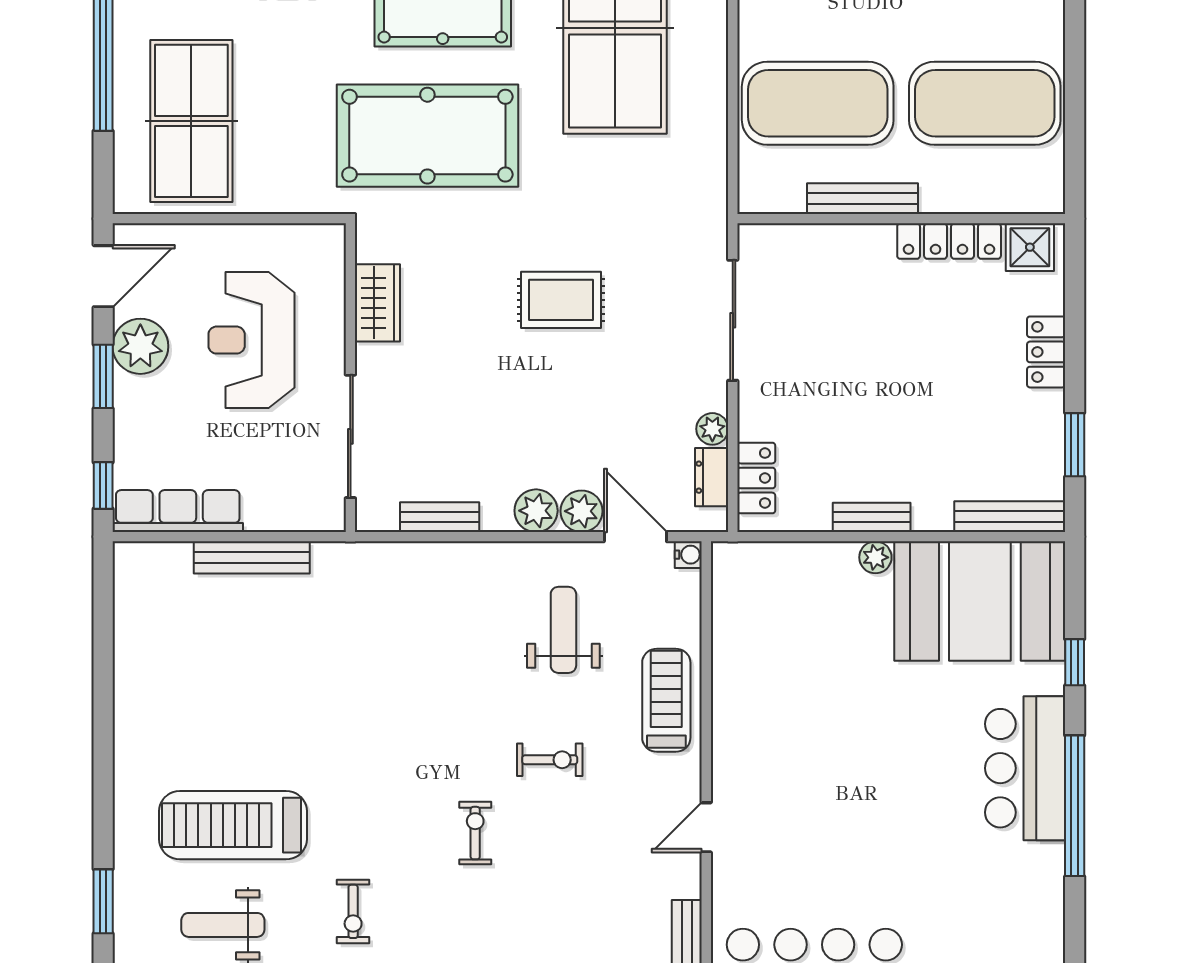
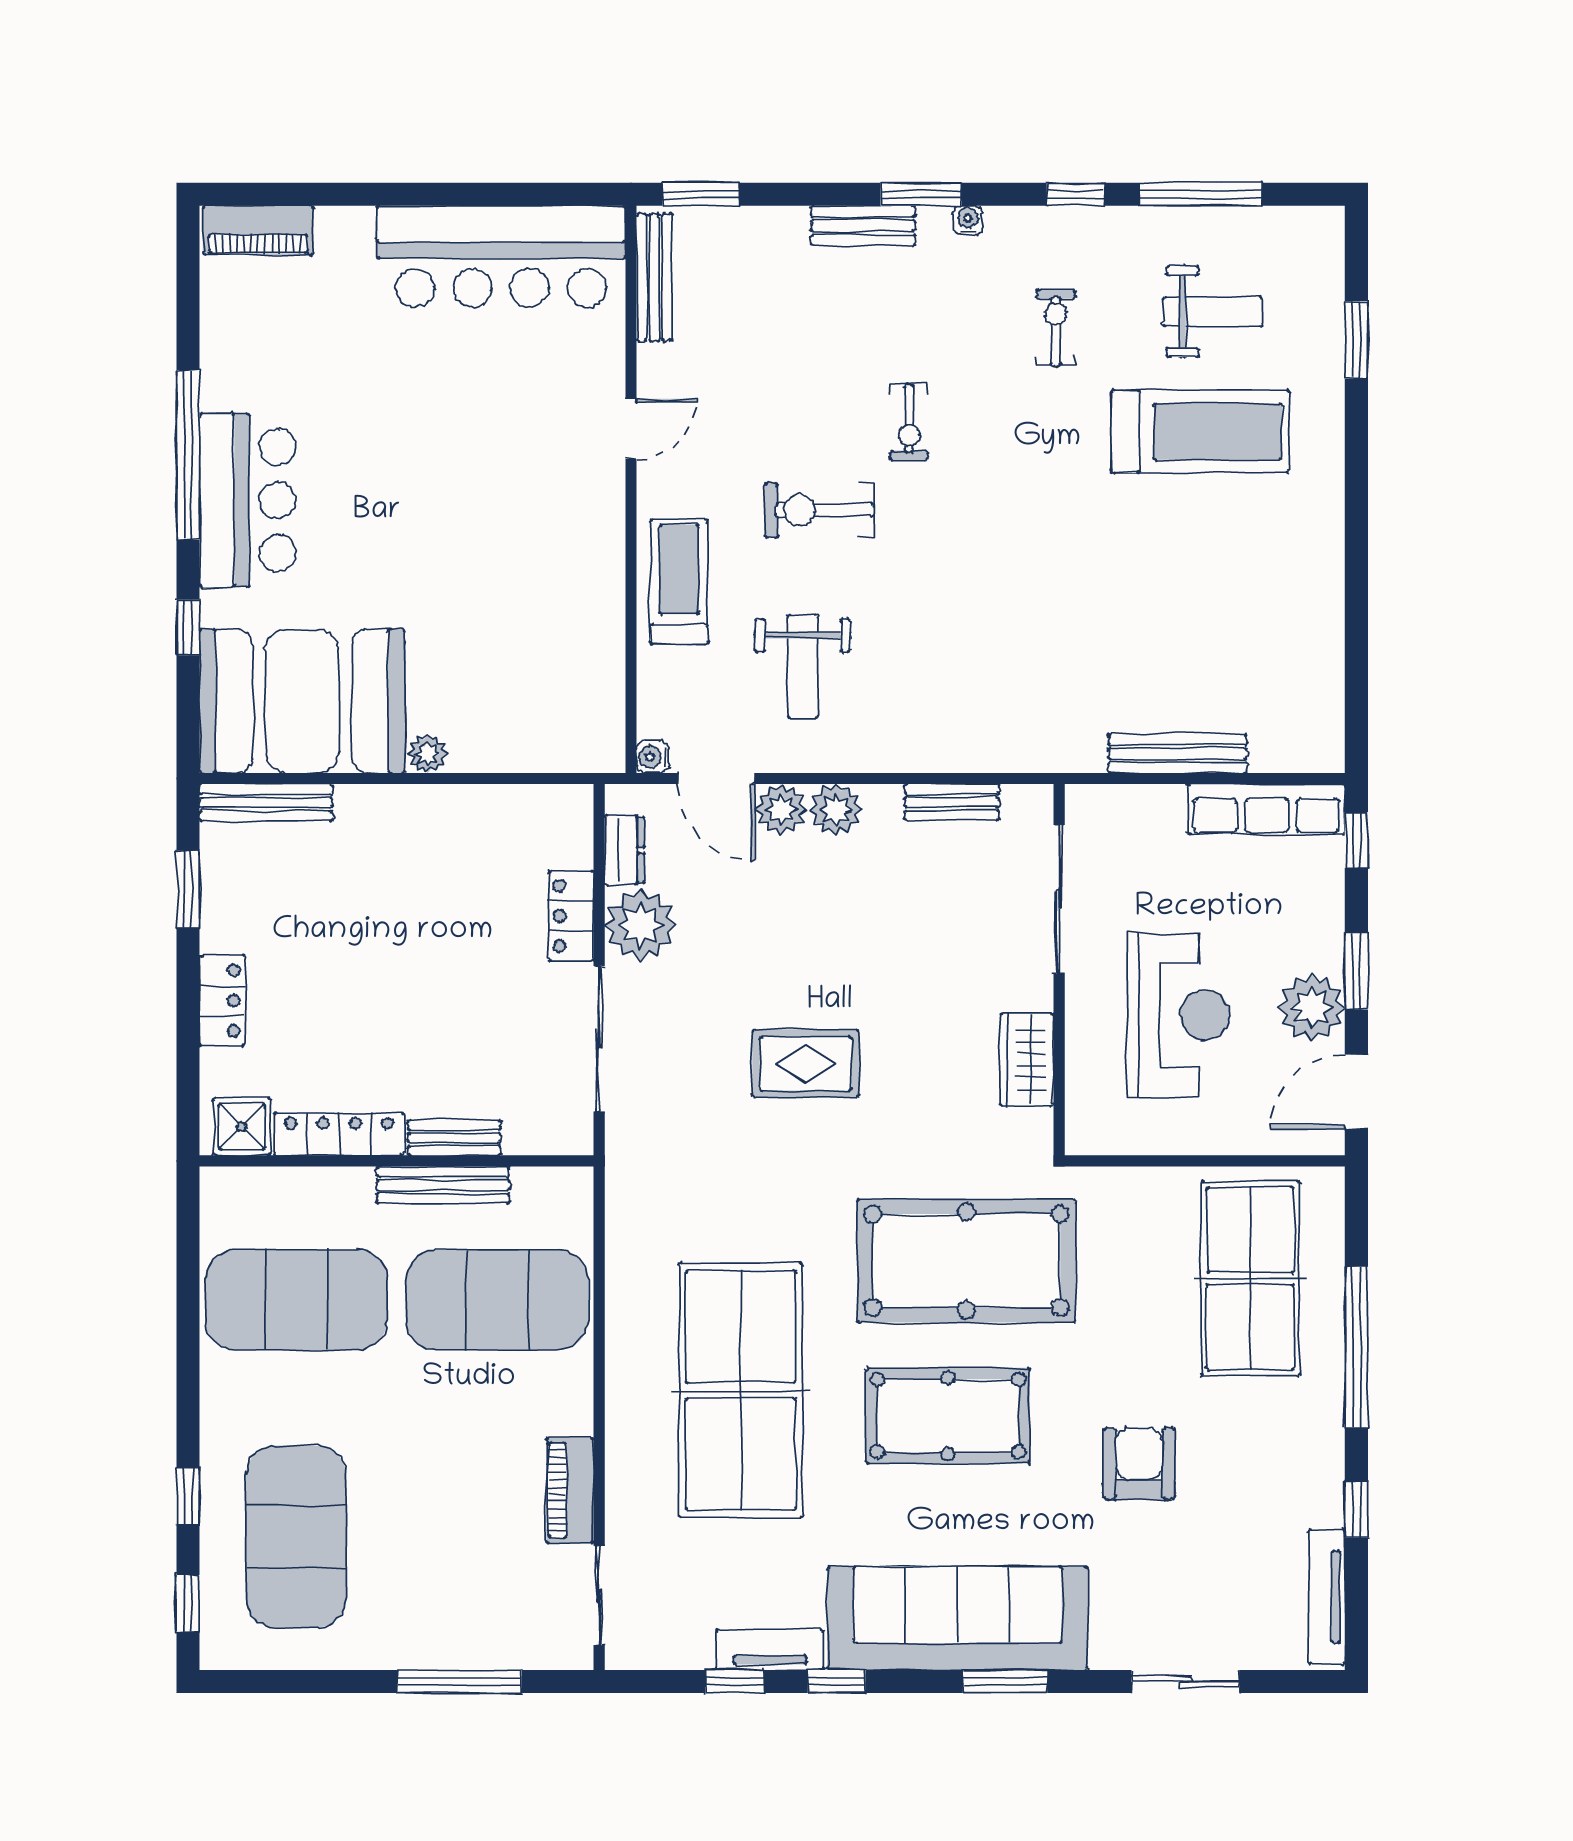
plant: (712, 429) -> (640, 925), width x1.88, depth x1.88
locker: (756, 478) -> (571, 916), moved
bench: (872, 517) -> (454, 1138), moved
treadmill: (666, 700) -> (679, 582), turned 180
exercise bike: (550, 760) -> (819, 510), width x1.38, depth x1.39

